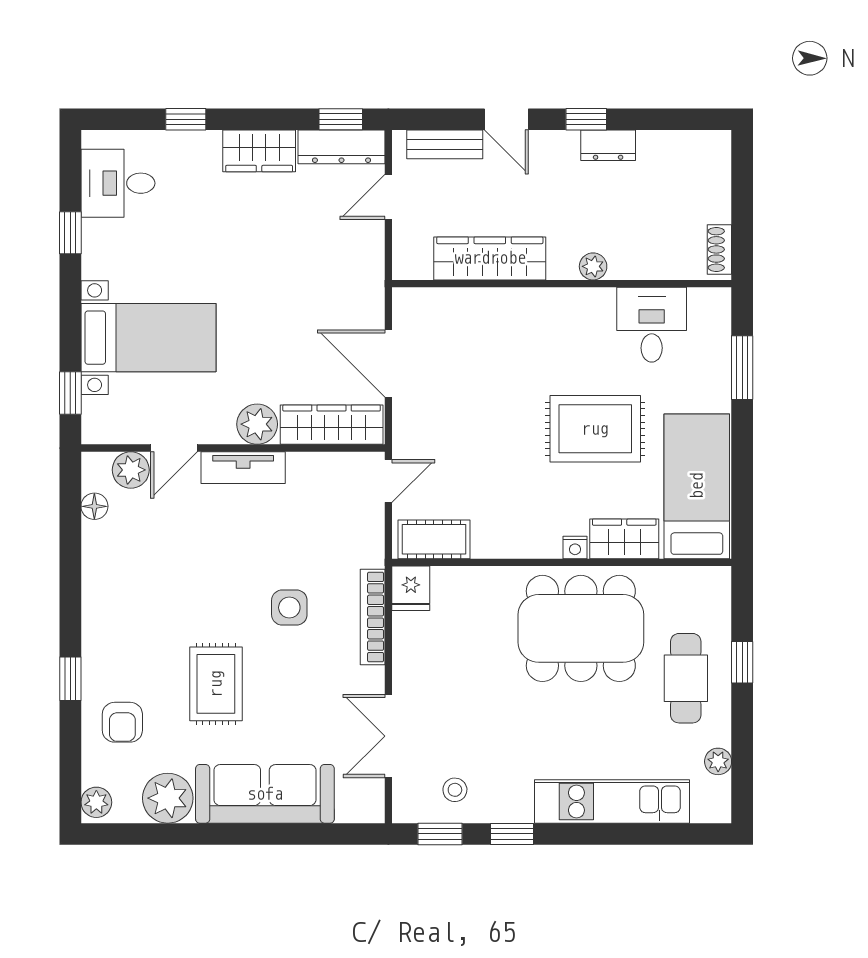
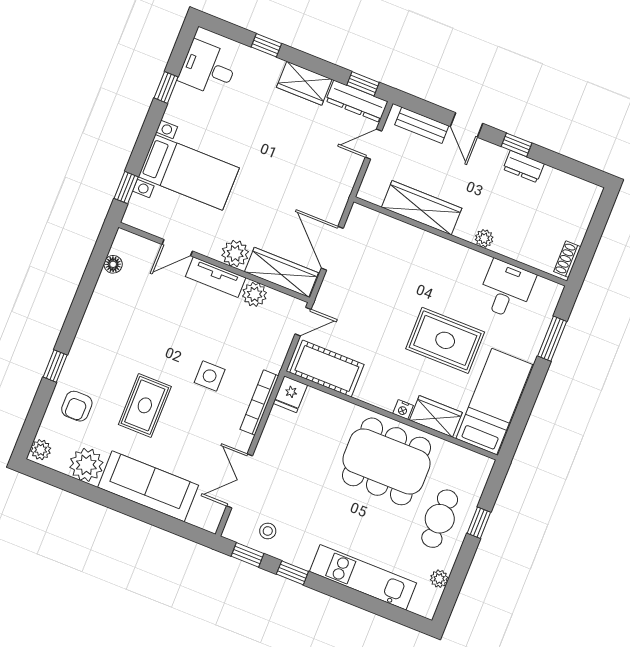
plant: (131, 470) -> (255, 294), moved
cot: (434, 539) -> (327, 368), width x1.37, depth x1.34

